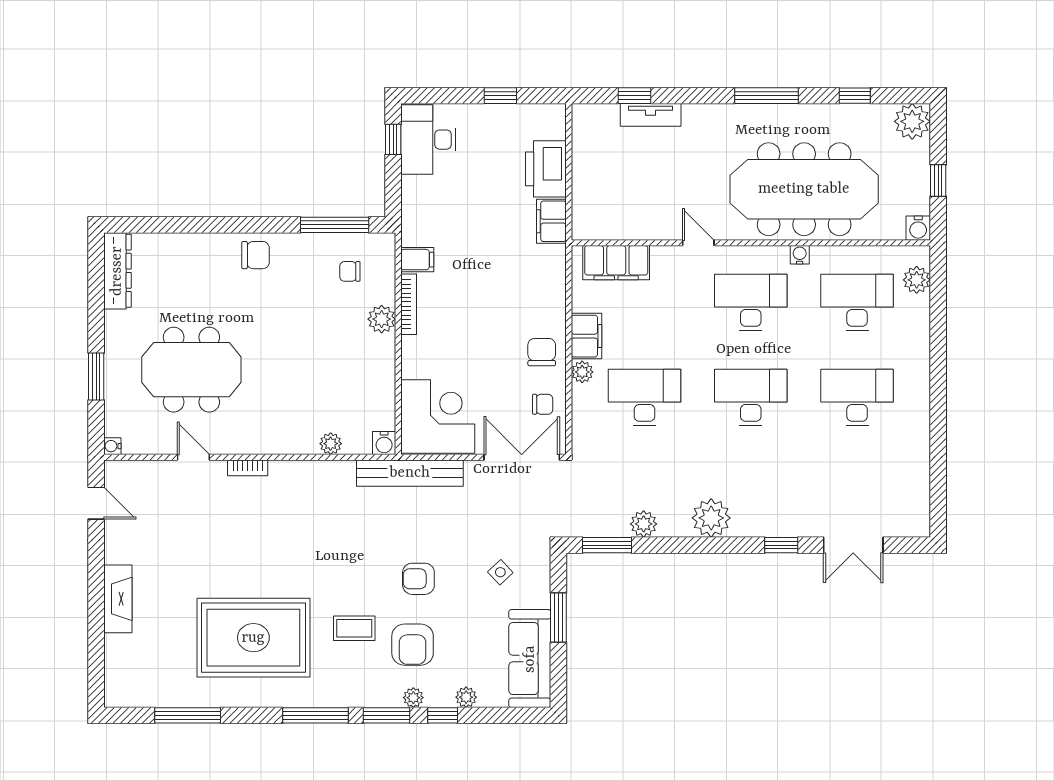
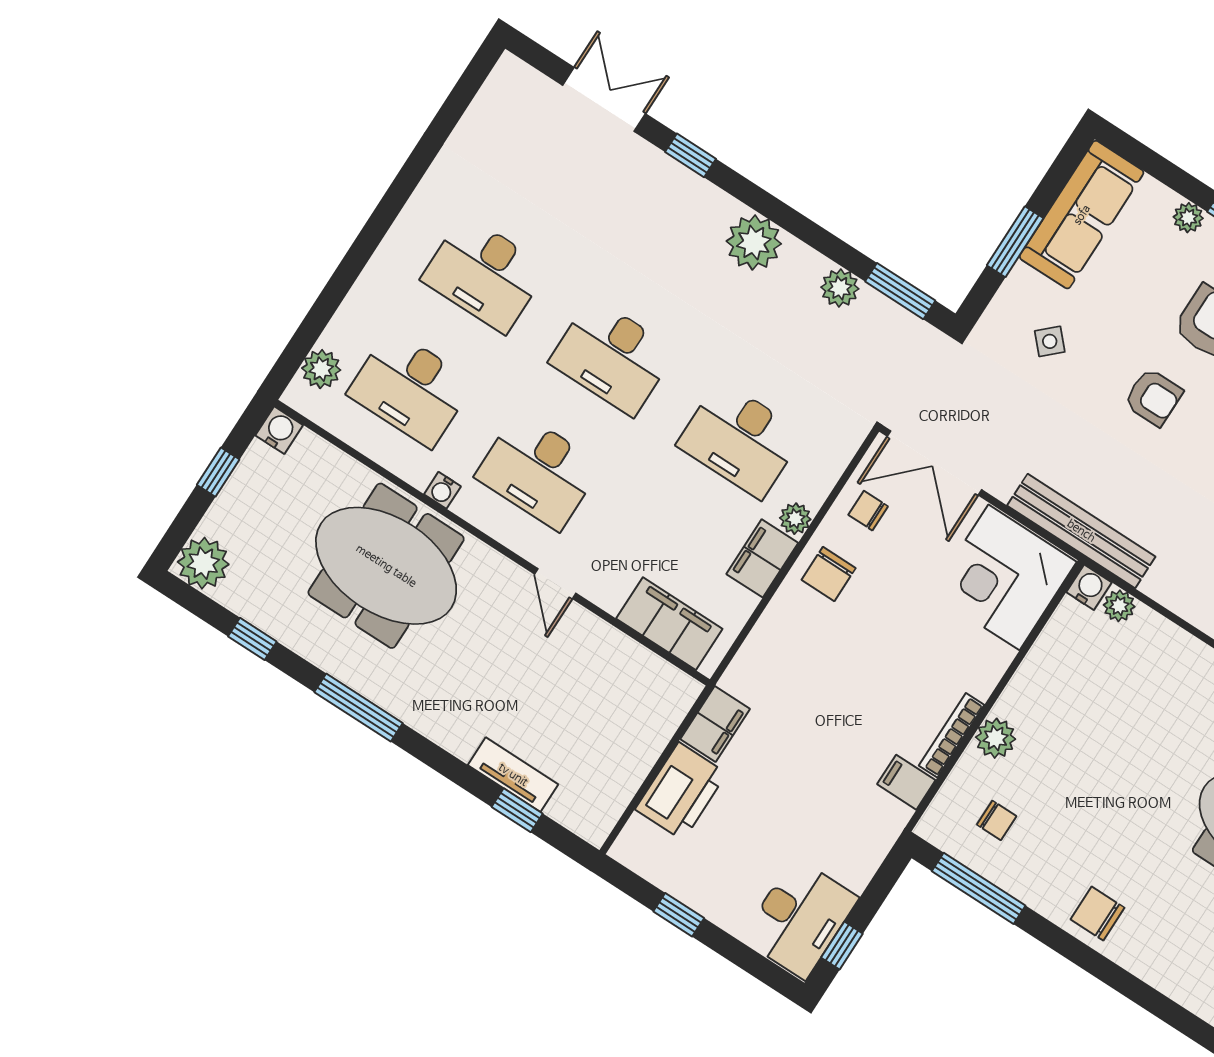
meeting table: (804, 189) -> (386, 566), width x0.73
plant: (331, 444) -> (1119, 606), moved

